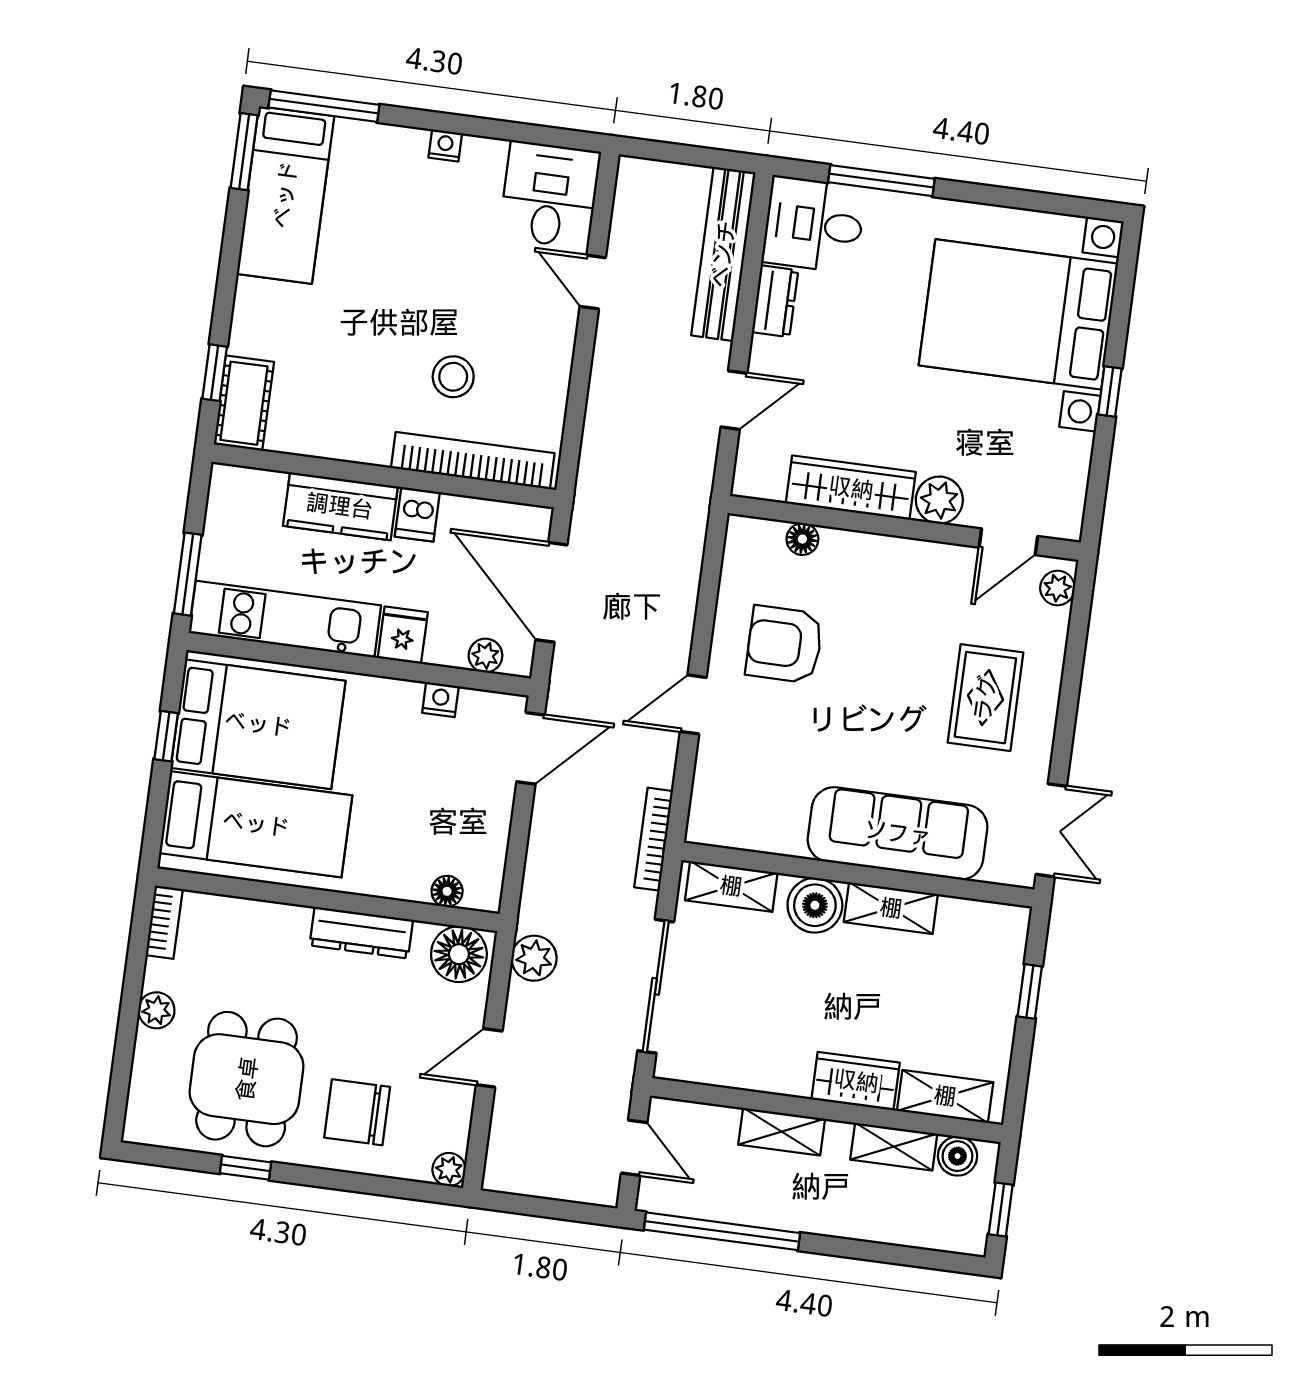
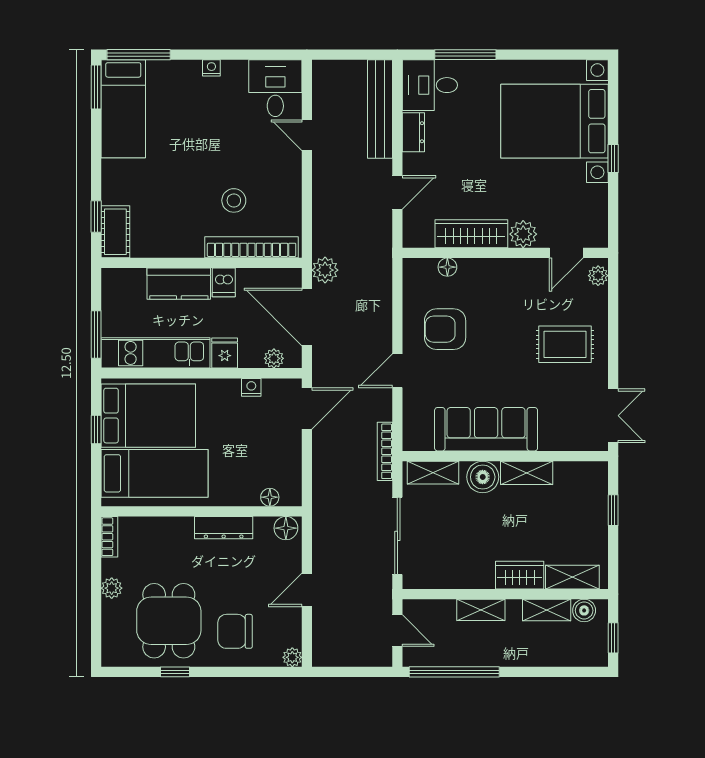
rug: (985, 698) -> (565, 344), turned 90
sofa: (898, 833) -> (486, 429), moved
floor lamp: (459, 954) -> (286, 528), width x0.73, depth x0.73
plant: (534, 958) -> (325, 270), moved

